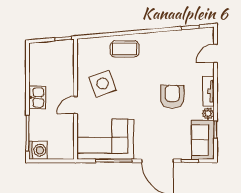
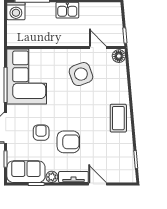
floor lamp: (84, 45) -> (119, 56), added
coffee table: (125, 49) -> (118, 118), moved
door: (215, 53) -> (97, 184), moved
door: (75, 105) -> (98, 48), moved
armchair: (163, 124) -> (41, 133), added

